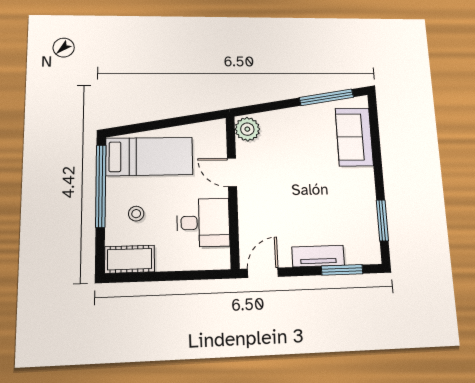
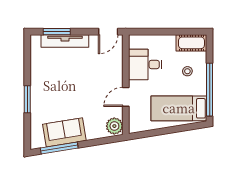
sofa: (354, 137) -> (64, 132), moved, turned -99
door: (232, 172) -> (126, 97), swing flipped
window: (382, 220) -> (27, 99), moved
tv unit: (318, 256) -> (65, 41), width x1.41

